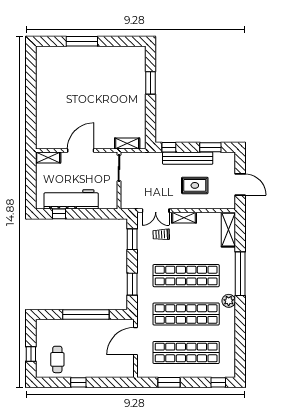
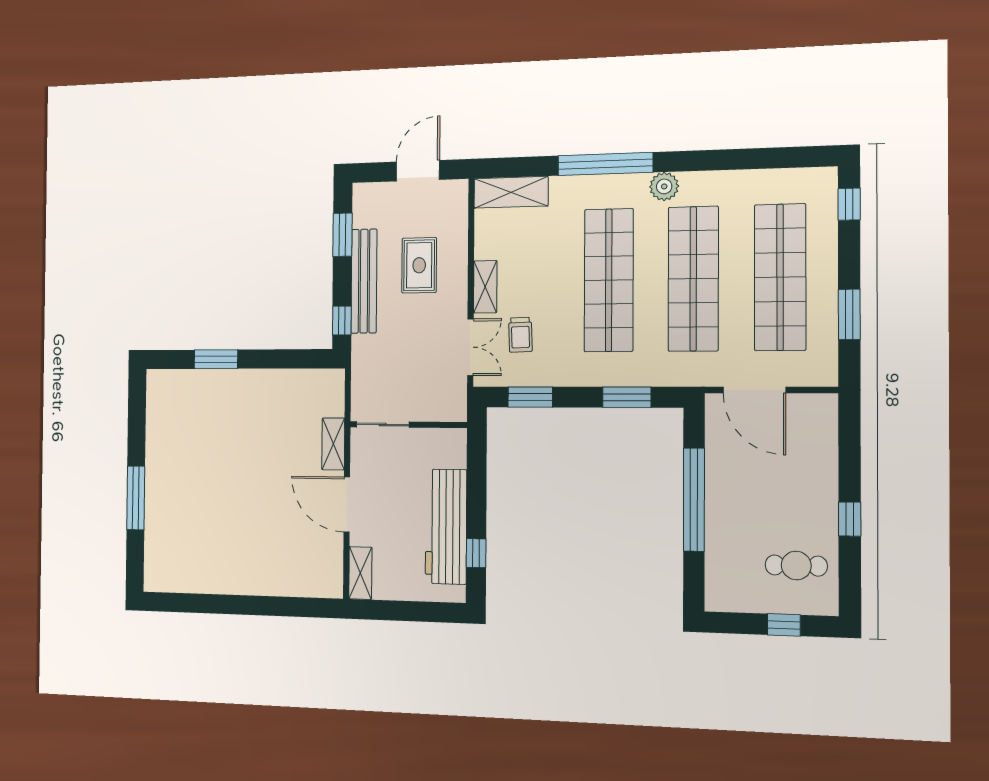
shelving: (127, 143) -> (333, 444), moved

